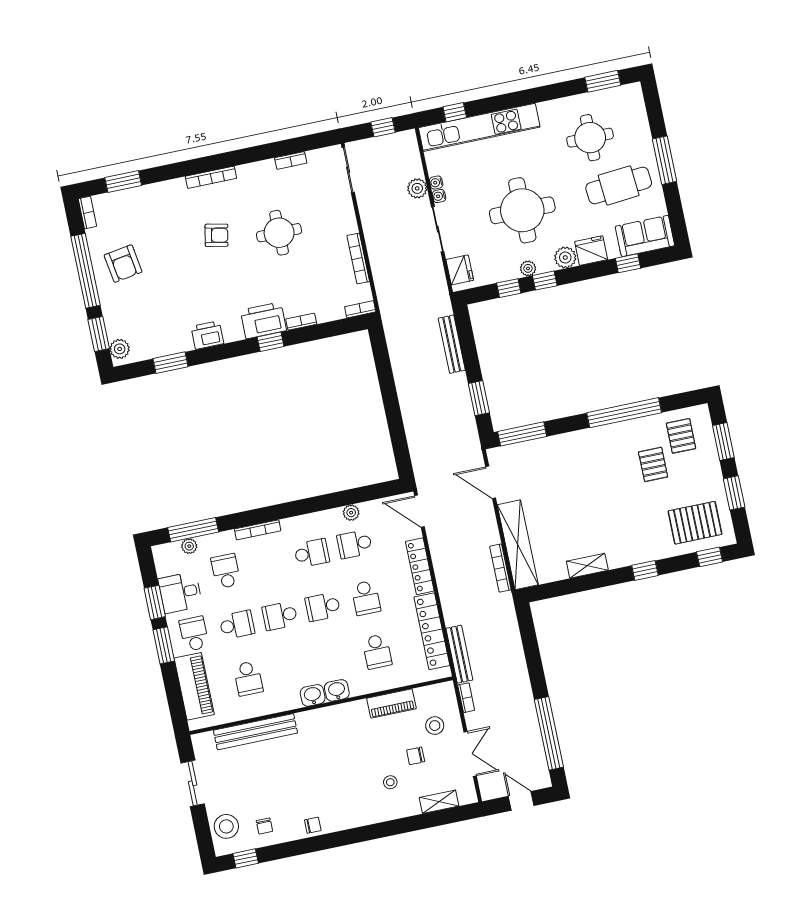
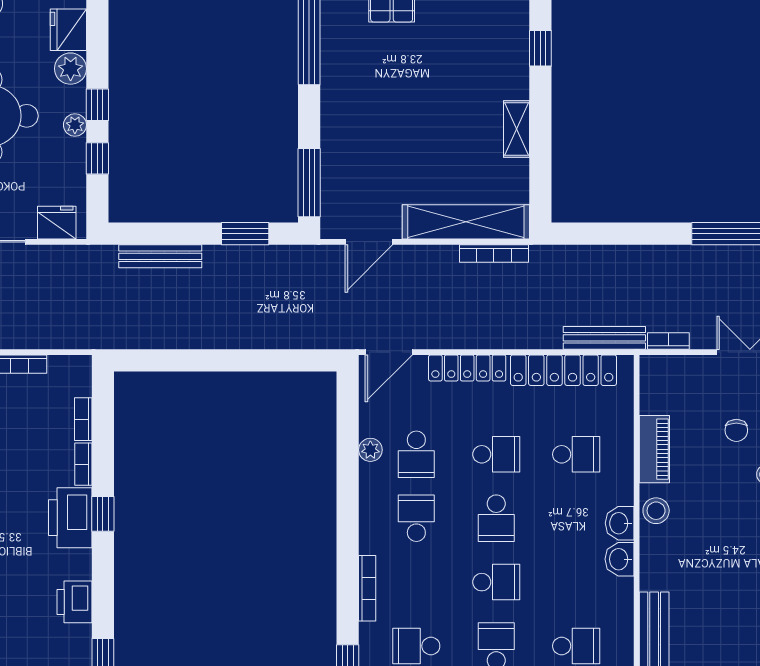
bookcase: (360, 309) -> (83, 419), moved
school desk: (280, 616) -> (496, 582), turned -90
stool: (435, 726) -> (656, 511), moved

